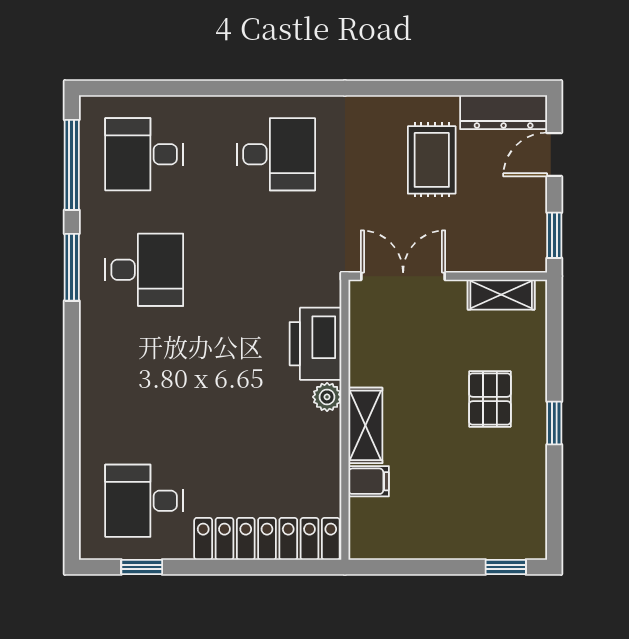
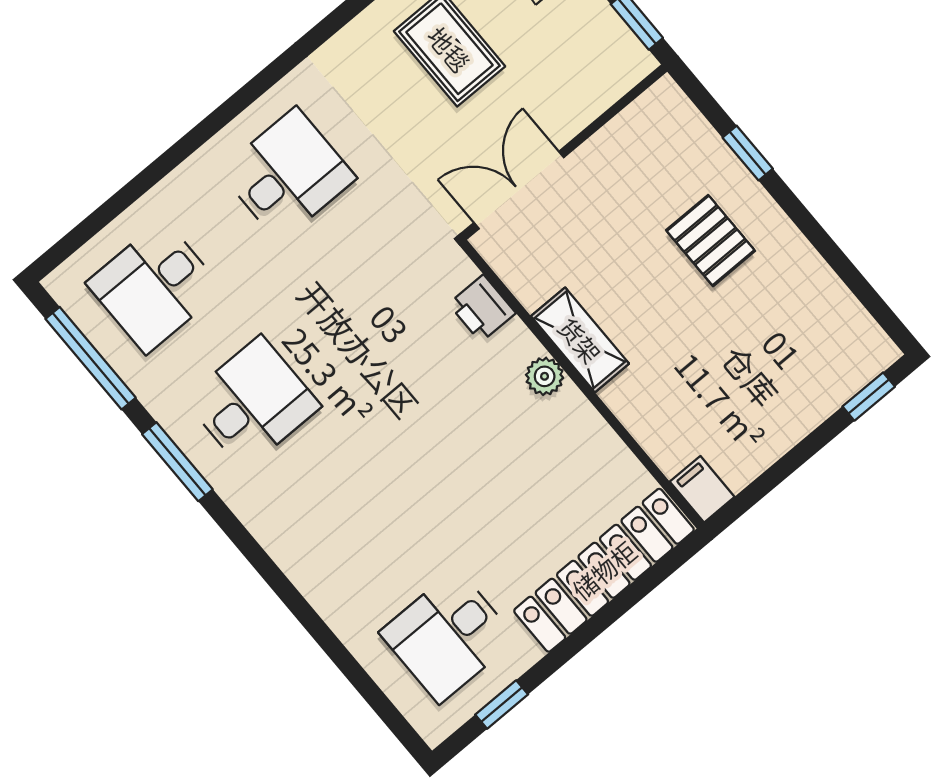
shelving: (501, 295) -> (634, 126), removed
printer: (315, 344) -> (482, 308), width x0.53, depth x0.68
window: (554, 423) -> (748, 153), moved
shelving: (365, 425) -> (580, 340), moved
filing cabinet: (369, 481) -> (702, 489), moved, turned -90

